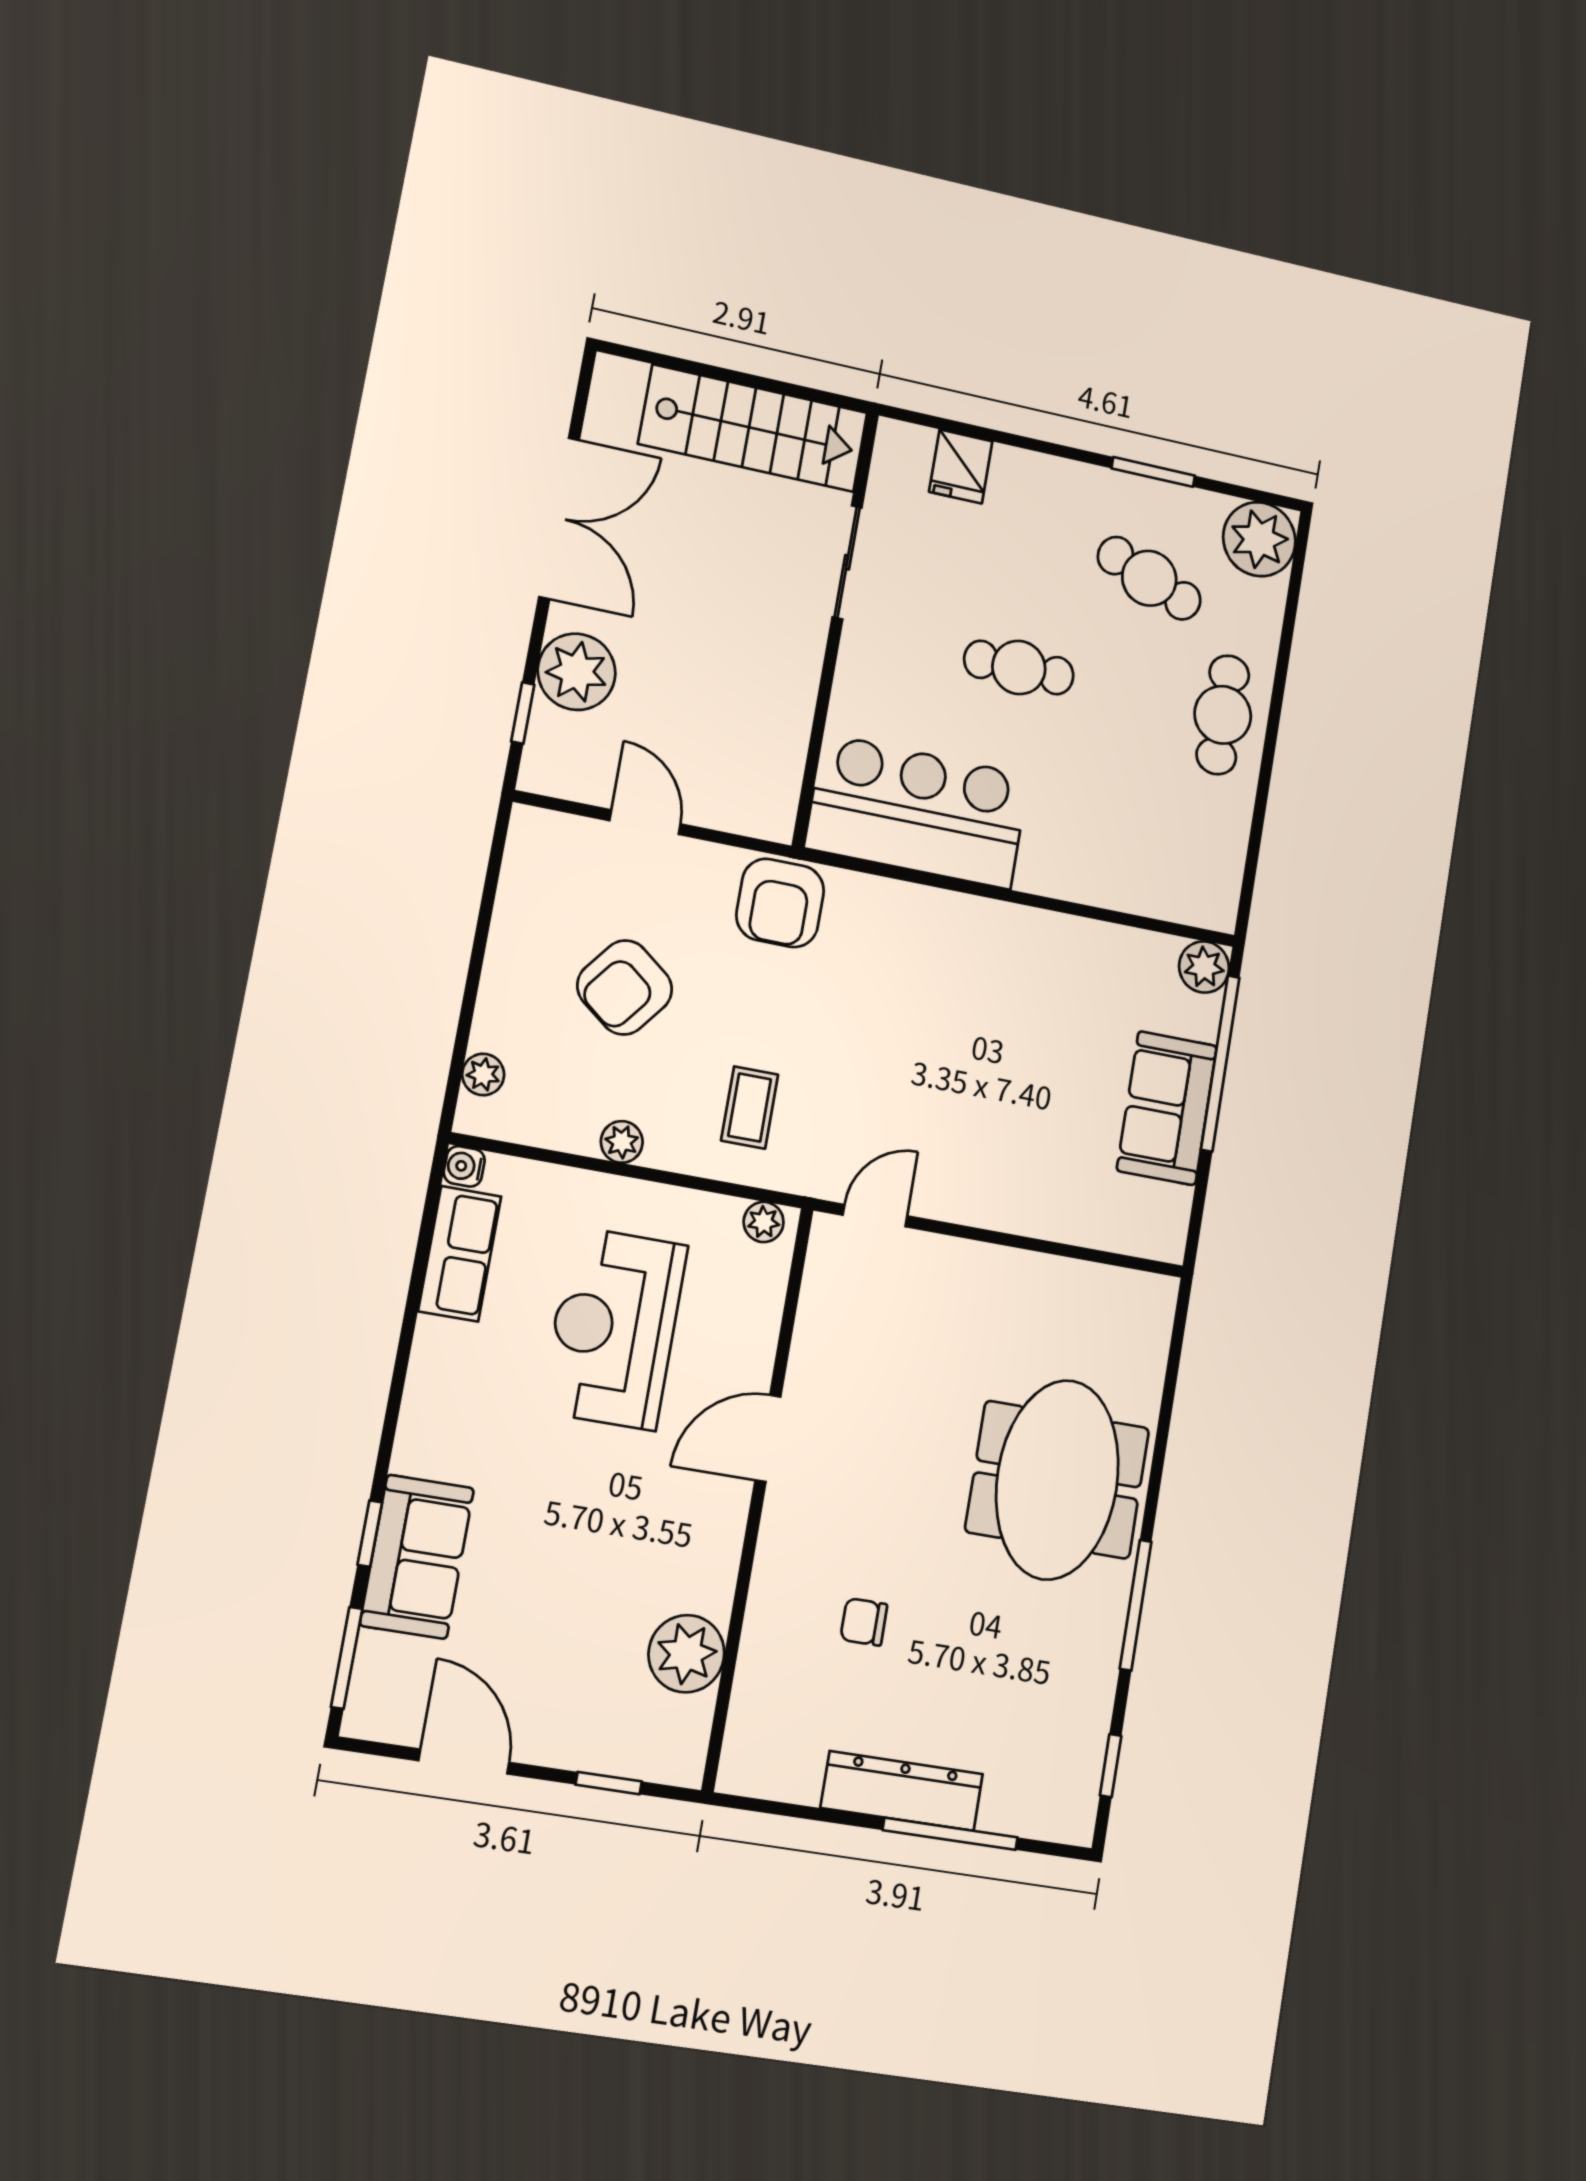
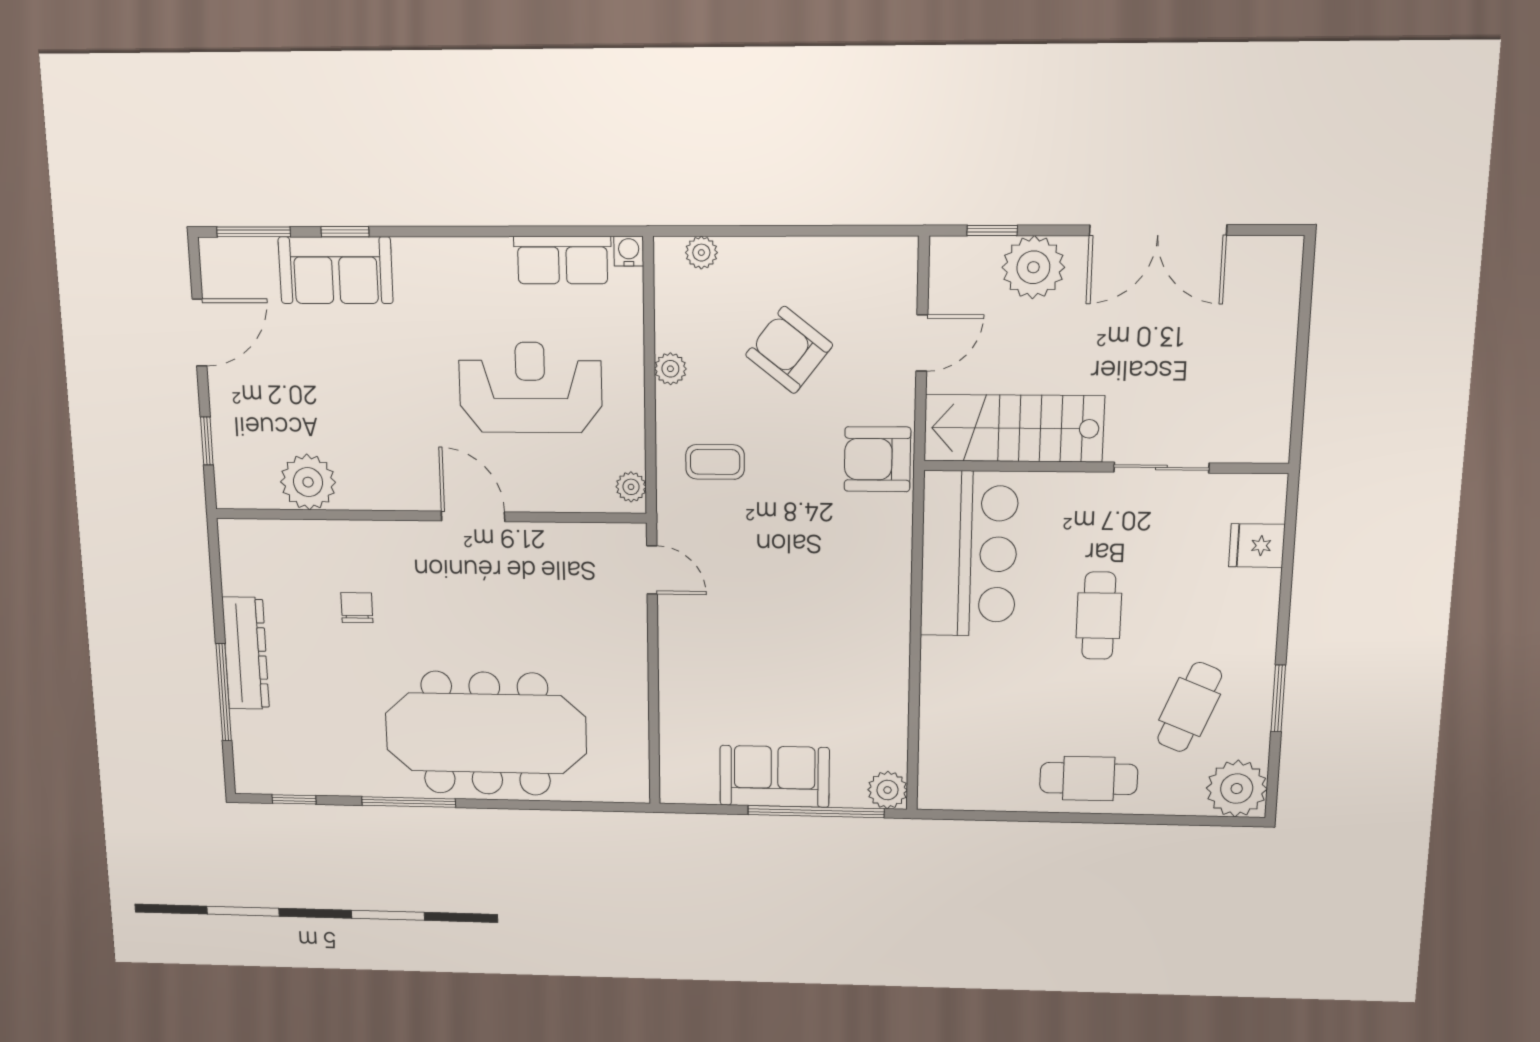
stairs: (753, 428) -> (1014, 428), moved, turned 90
meeting table: (1057, 1480) -> (486, 733), width x1.36

